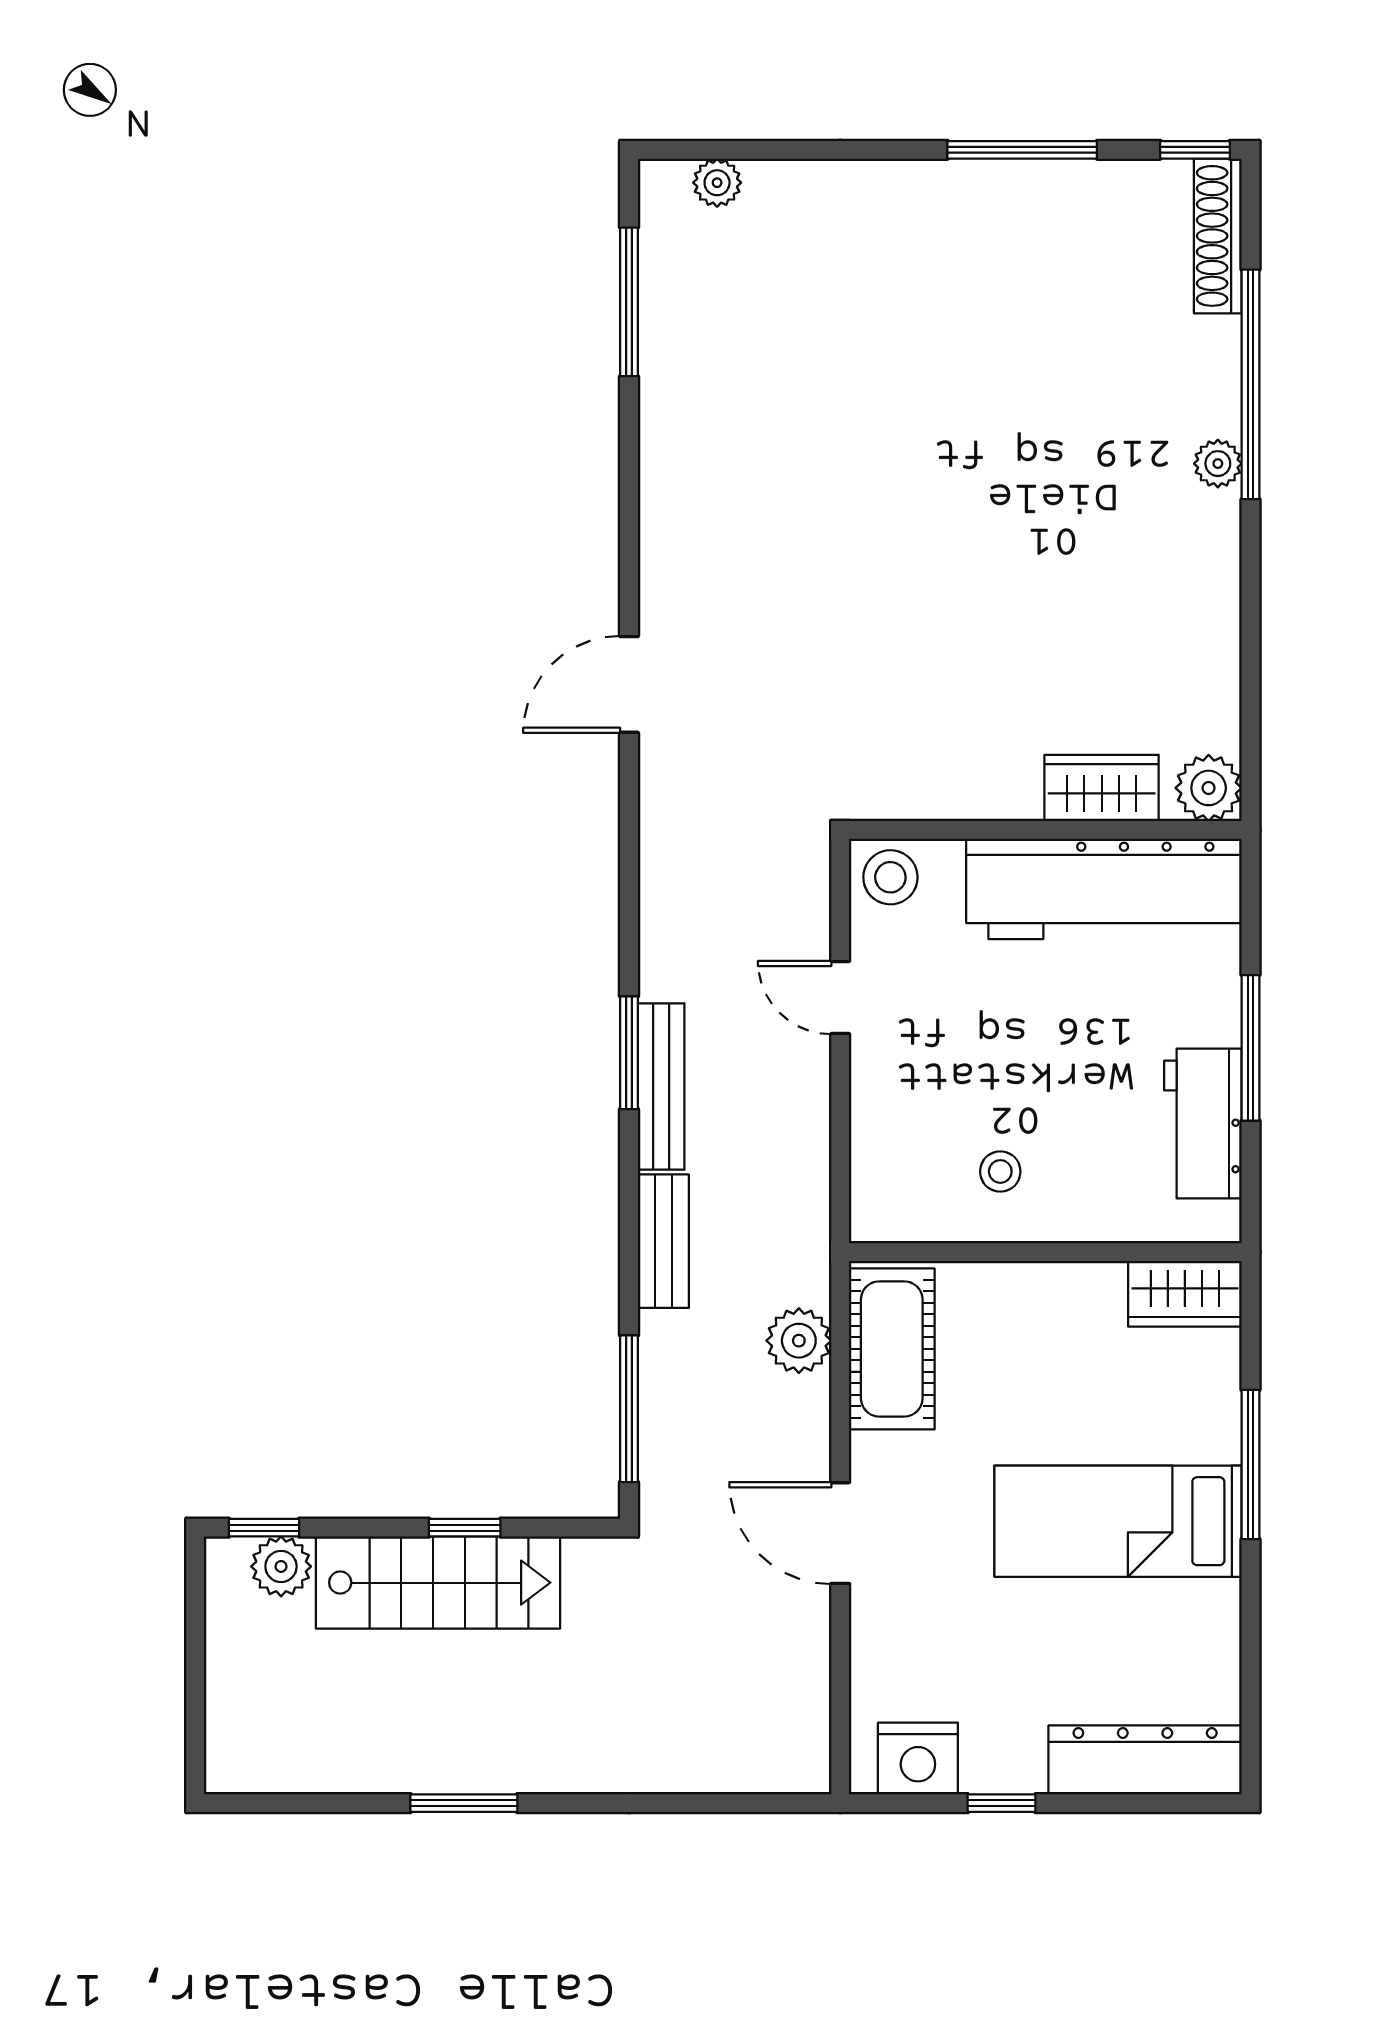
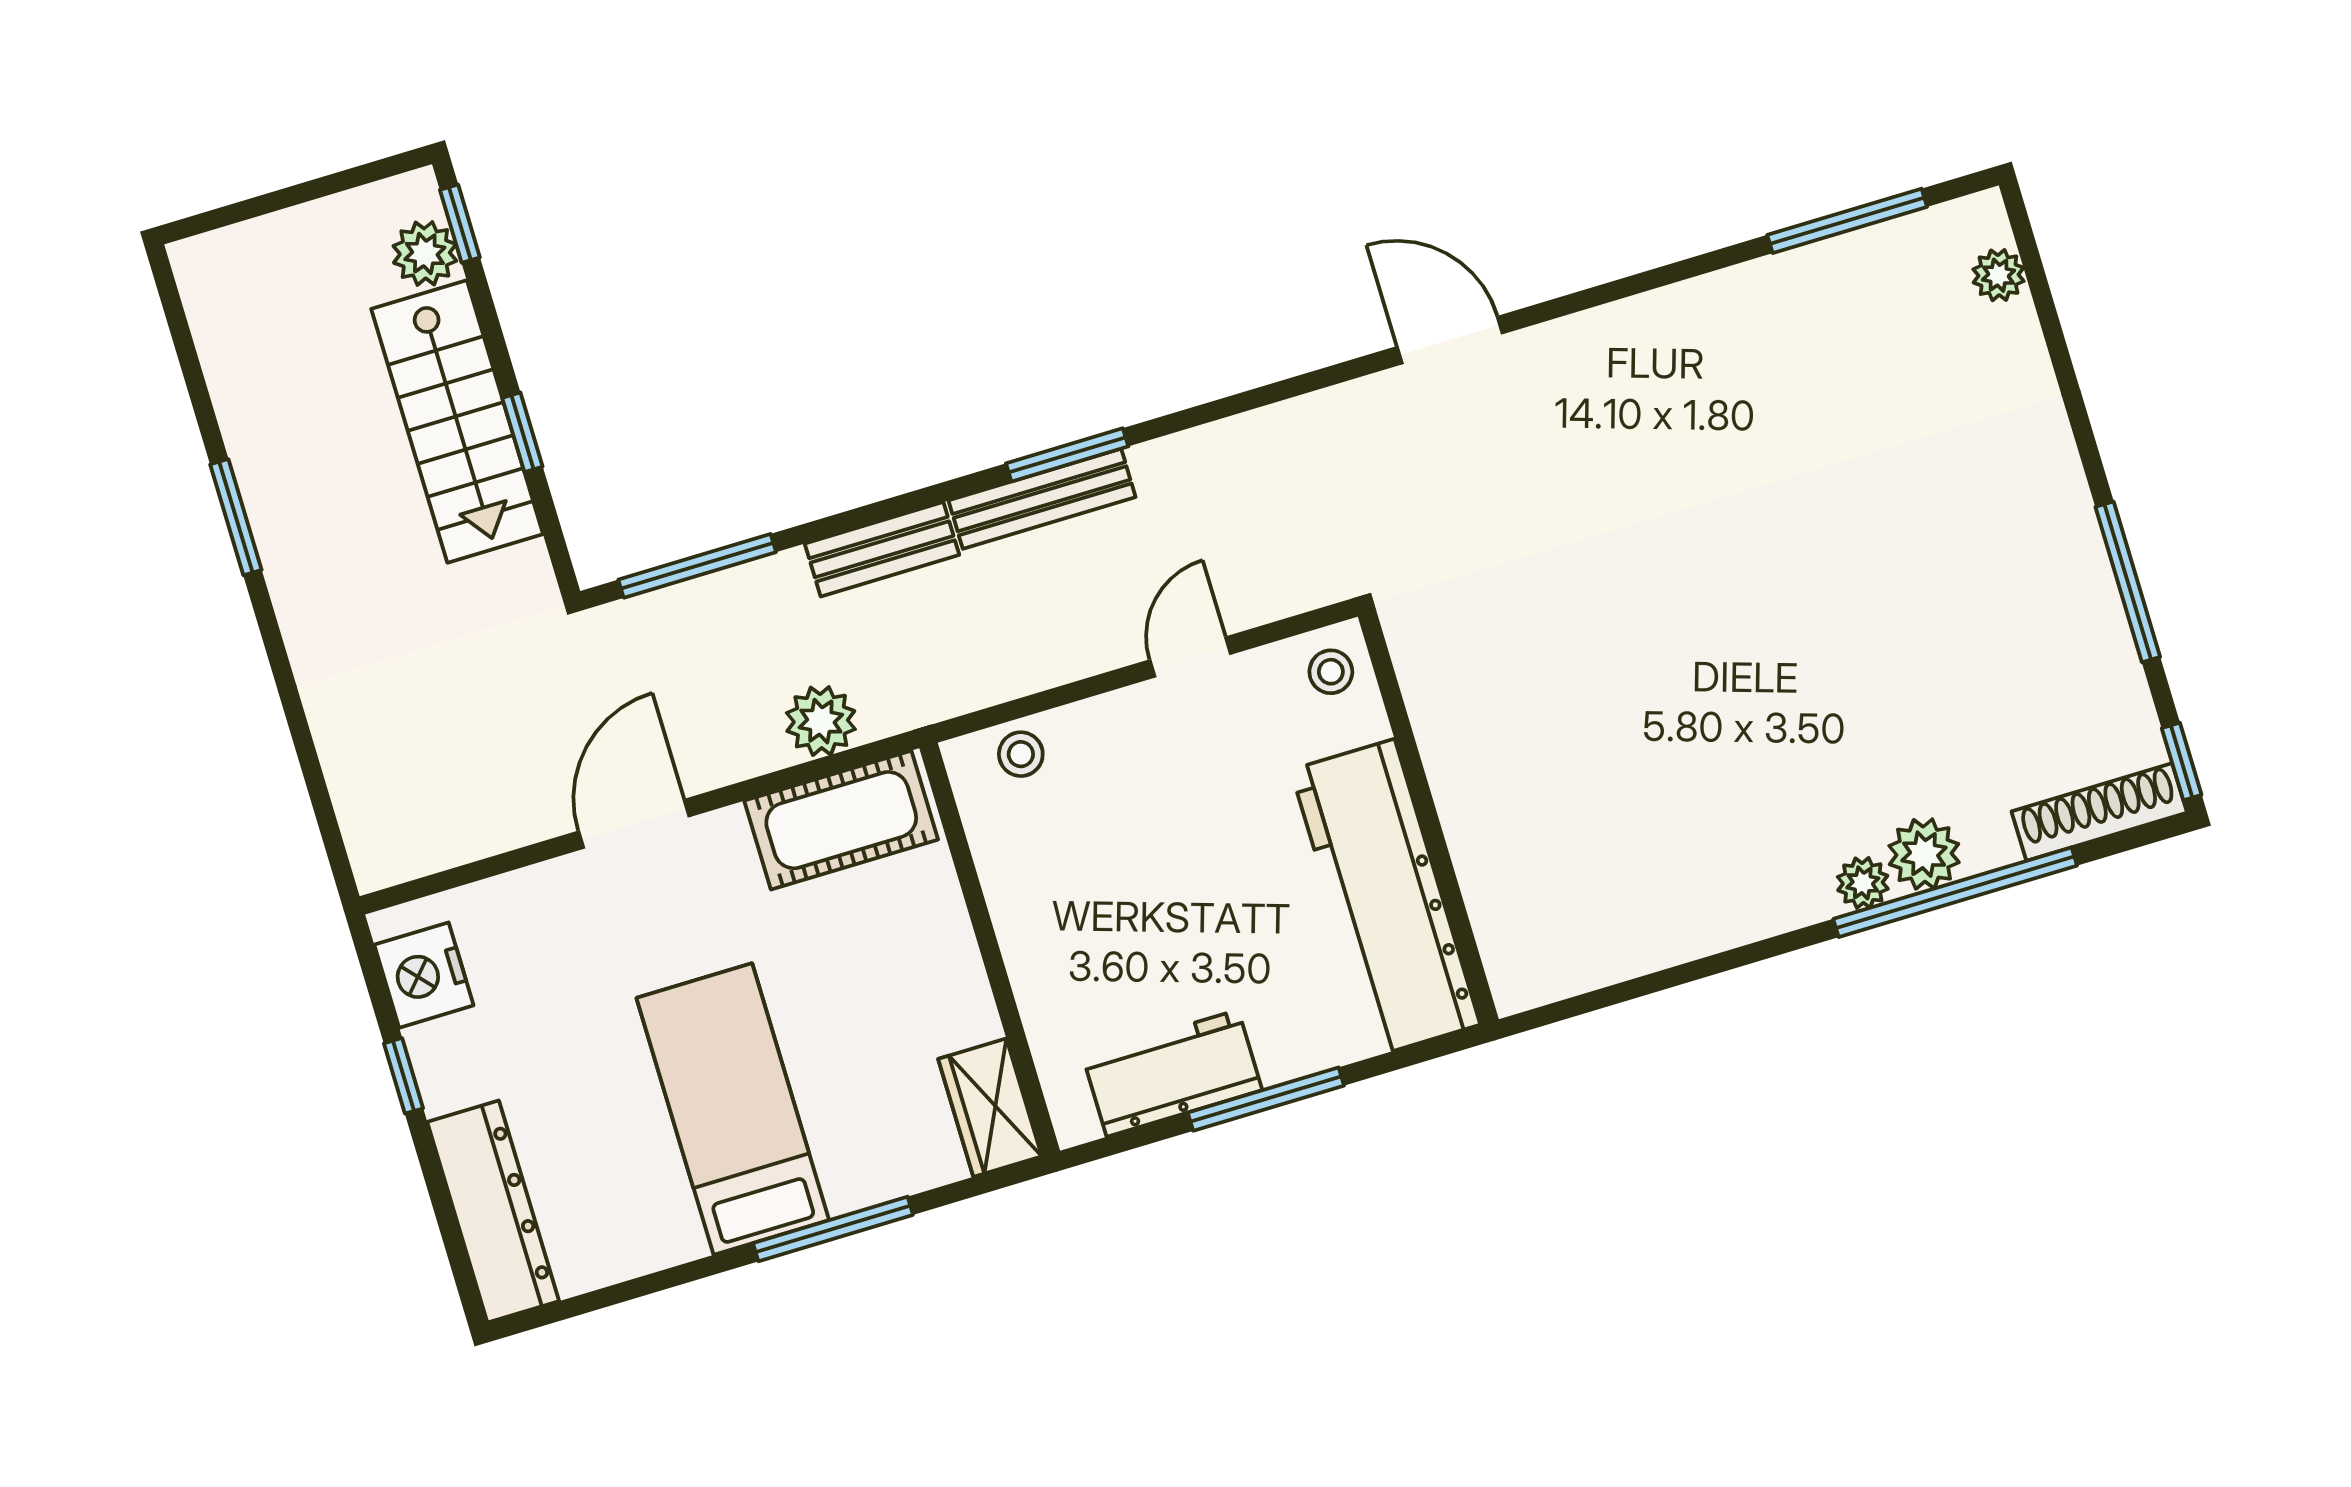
wardrobe: (1102, 788) -> (1489, 863), removed
plant: (1209, 788) -> (1924, 854), moved
stool: (890, 877) -> (1331, 672), width x0.73, depth x0.73
stool: (1000, 1171) -> (1021, 754), moved

